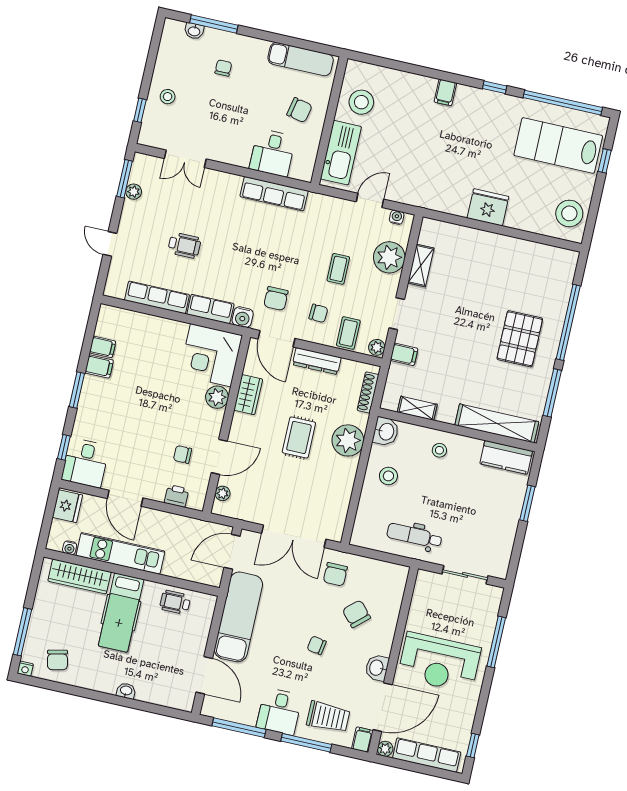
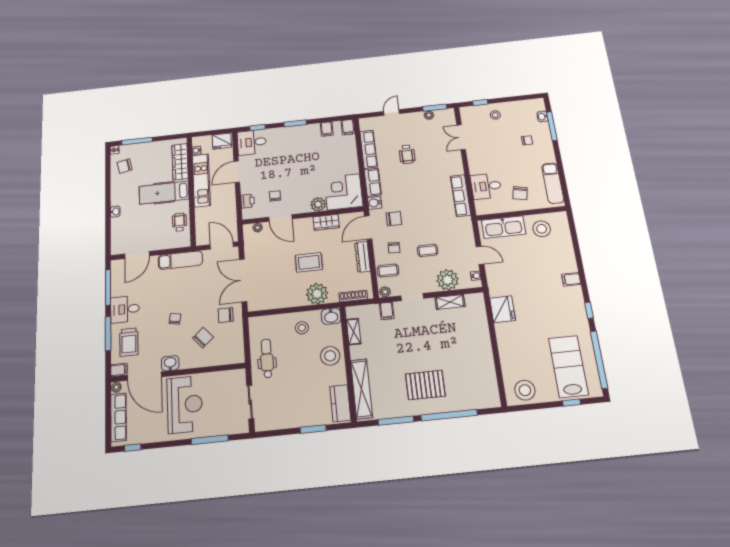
fridge: (488, 207) -> (503, 309), moved
chair: (276, 299) -> (394, 219), turned 180
filing cabinet: (99, 366) -> (348, 127), moved
stool: (439, 450) -> (330, 356), width x1.89, depth x1.89
exam couch: (238, 617) -> (180, 260), width x0.73, depth x0.69
reception desk: (439, 663) -> (185, 405), turned 180

